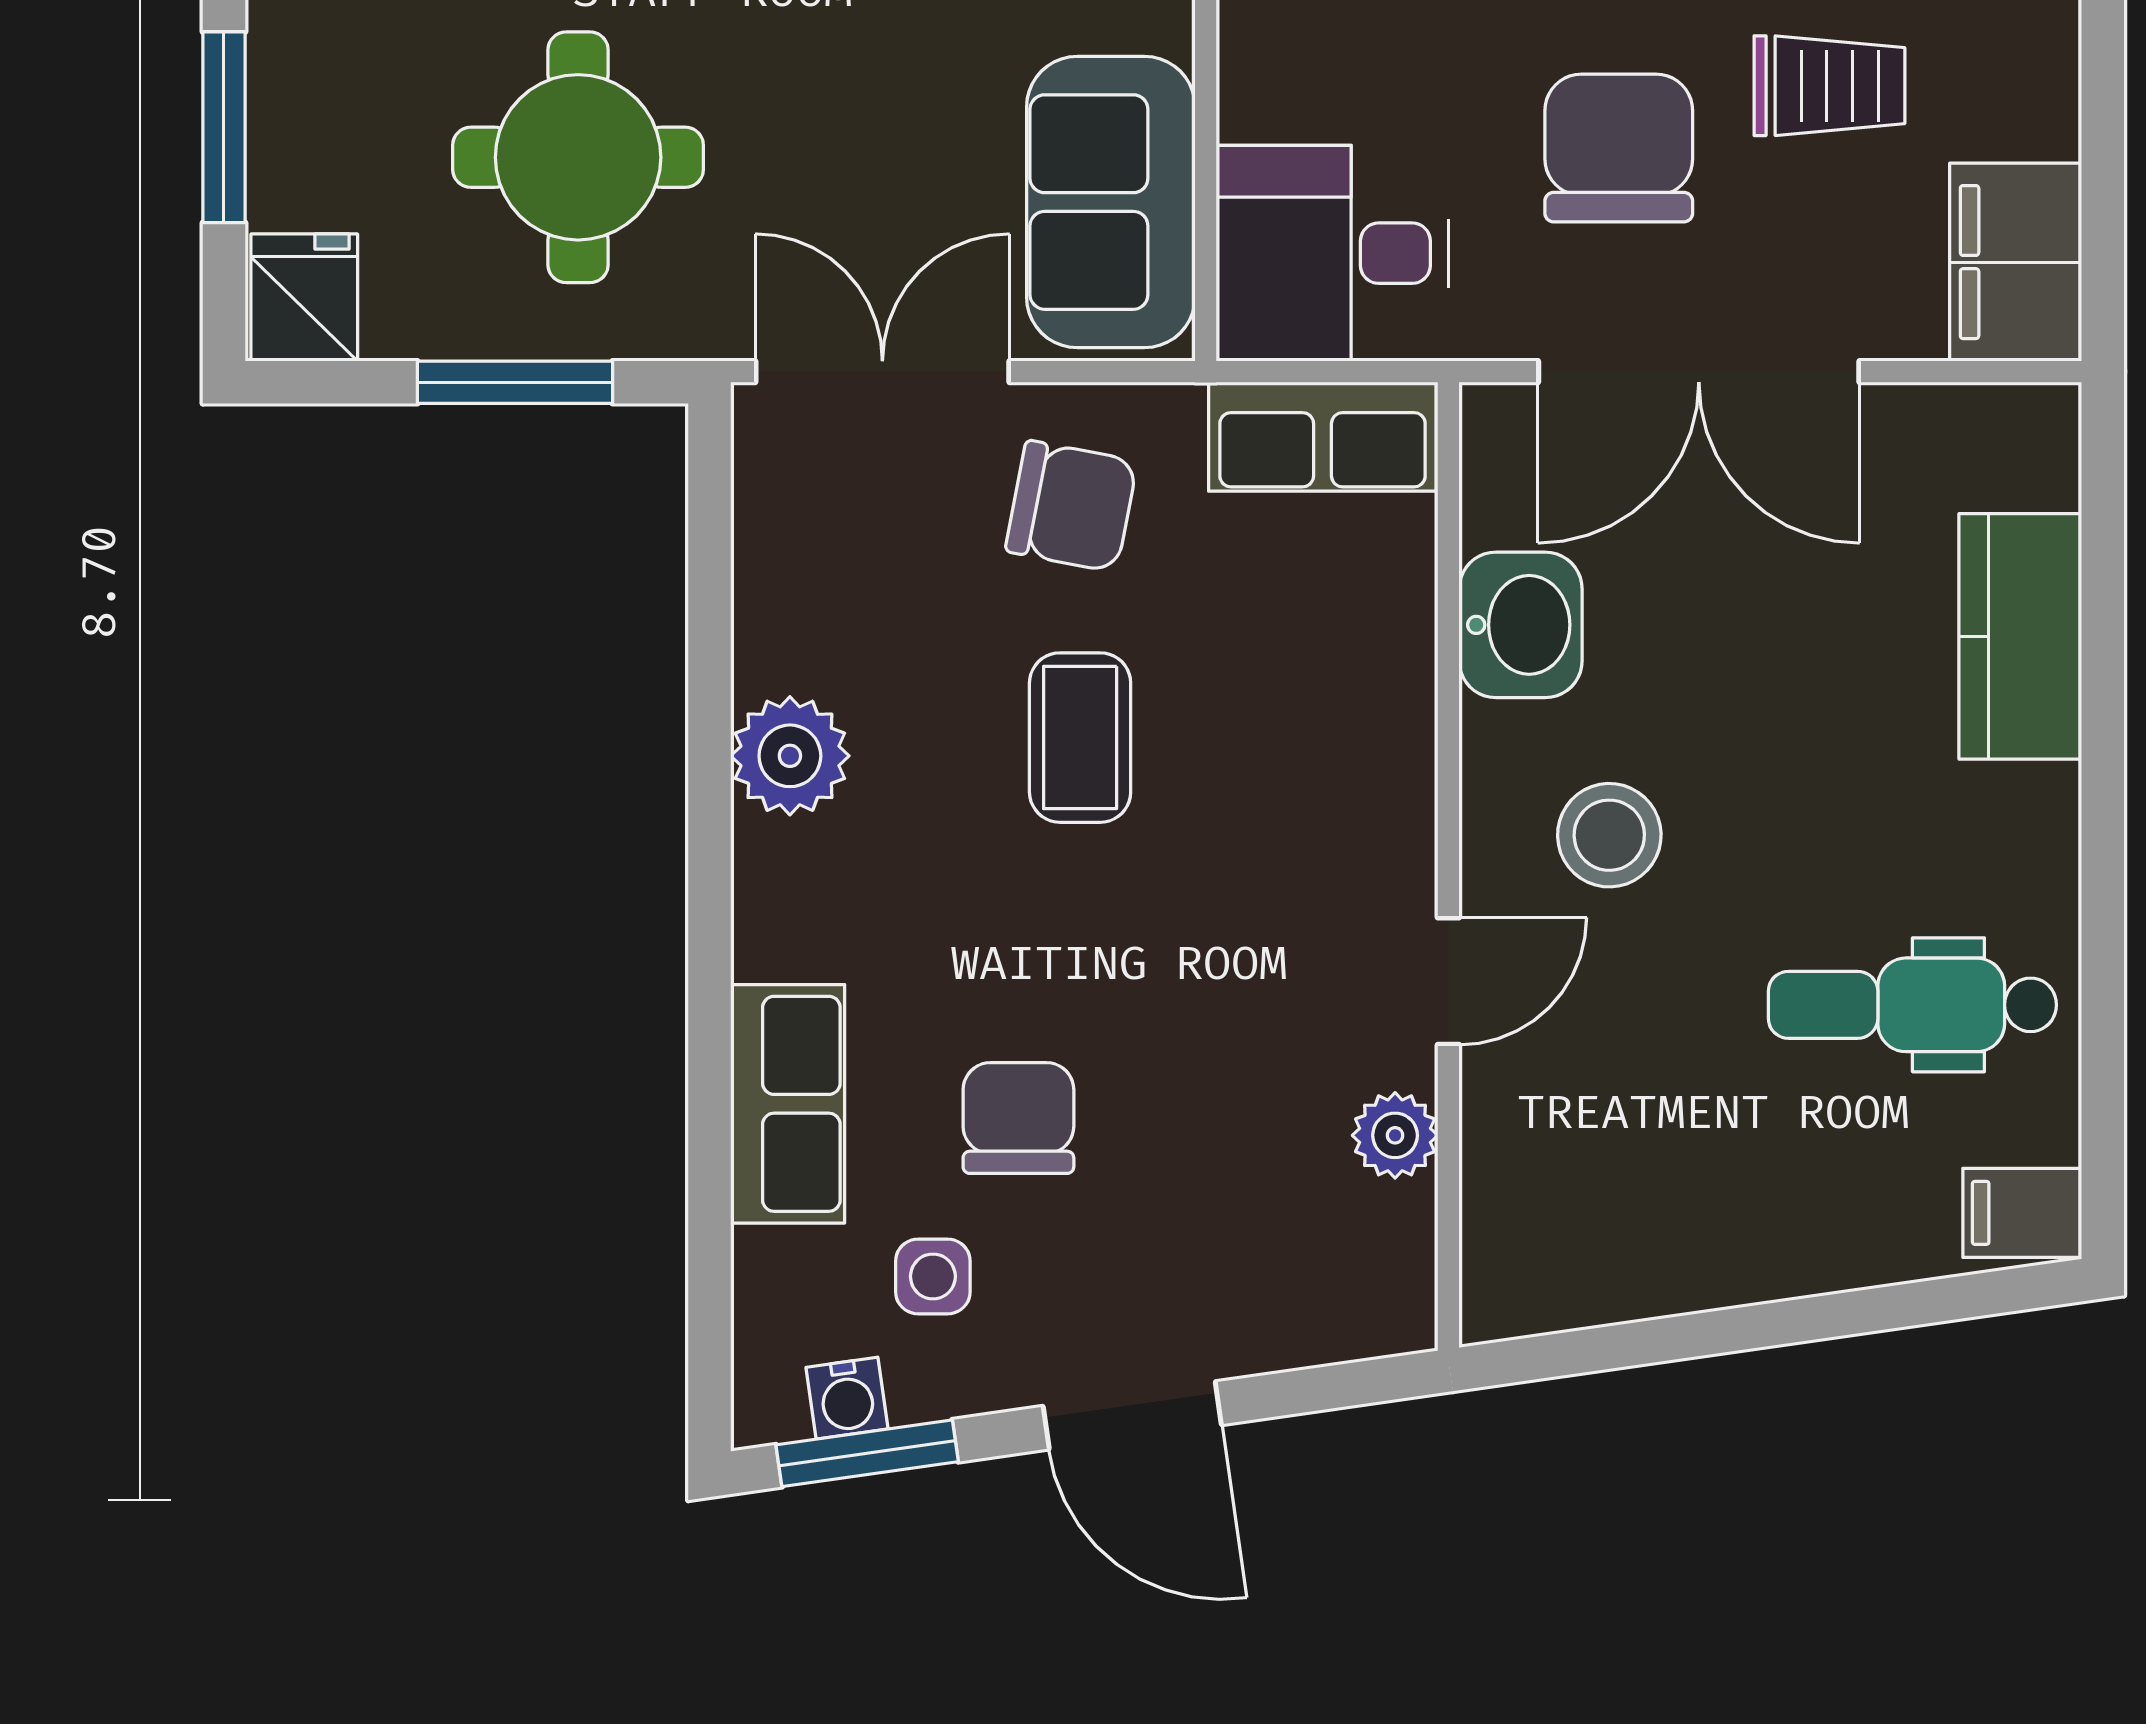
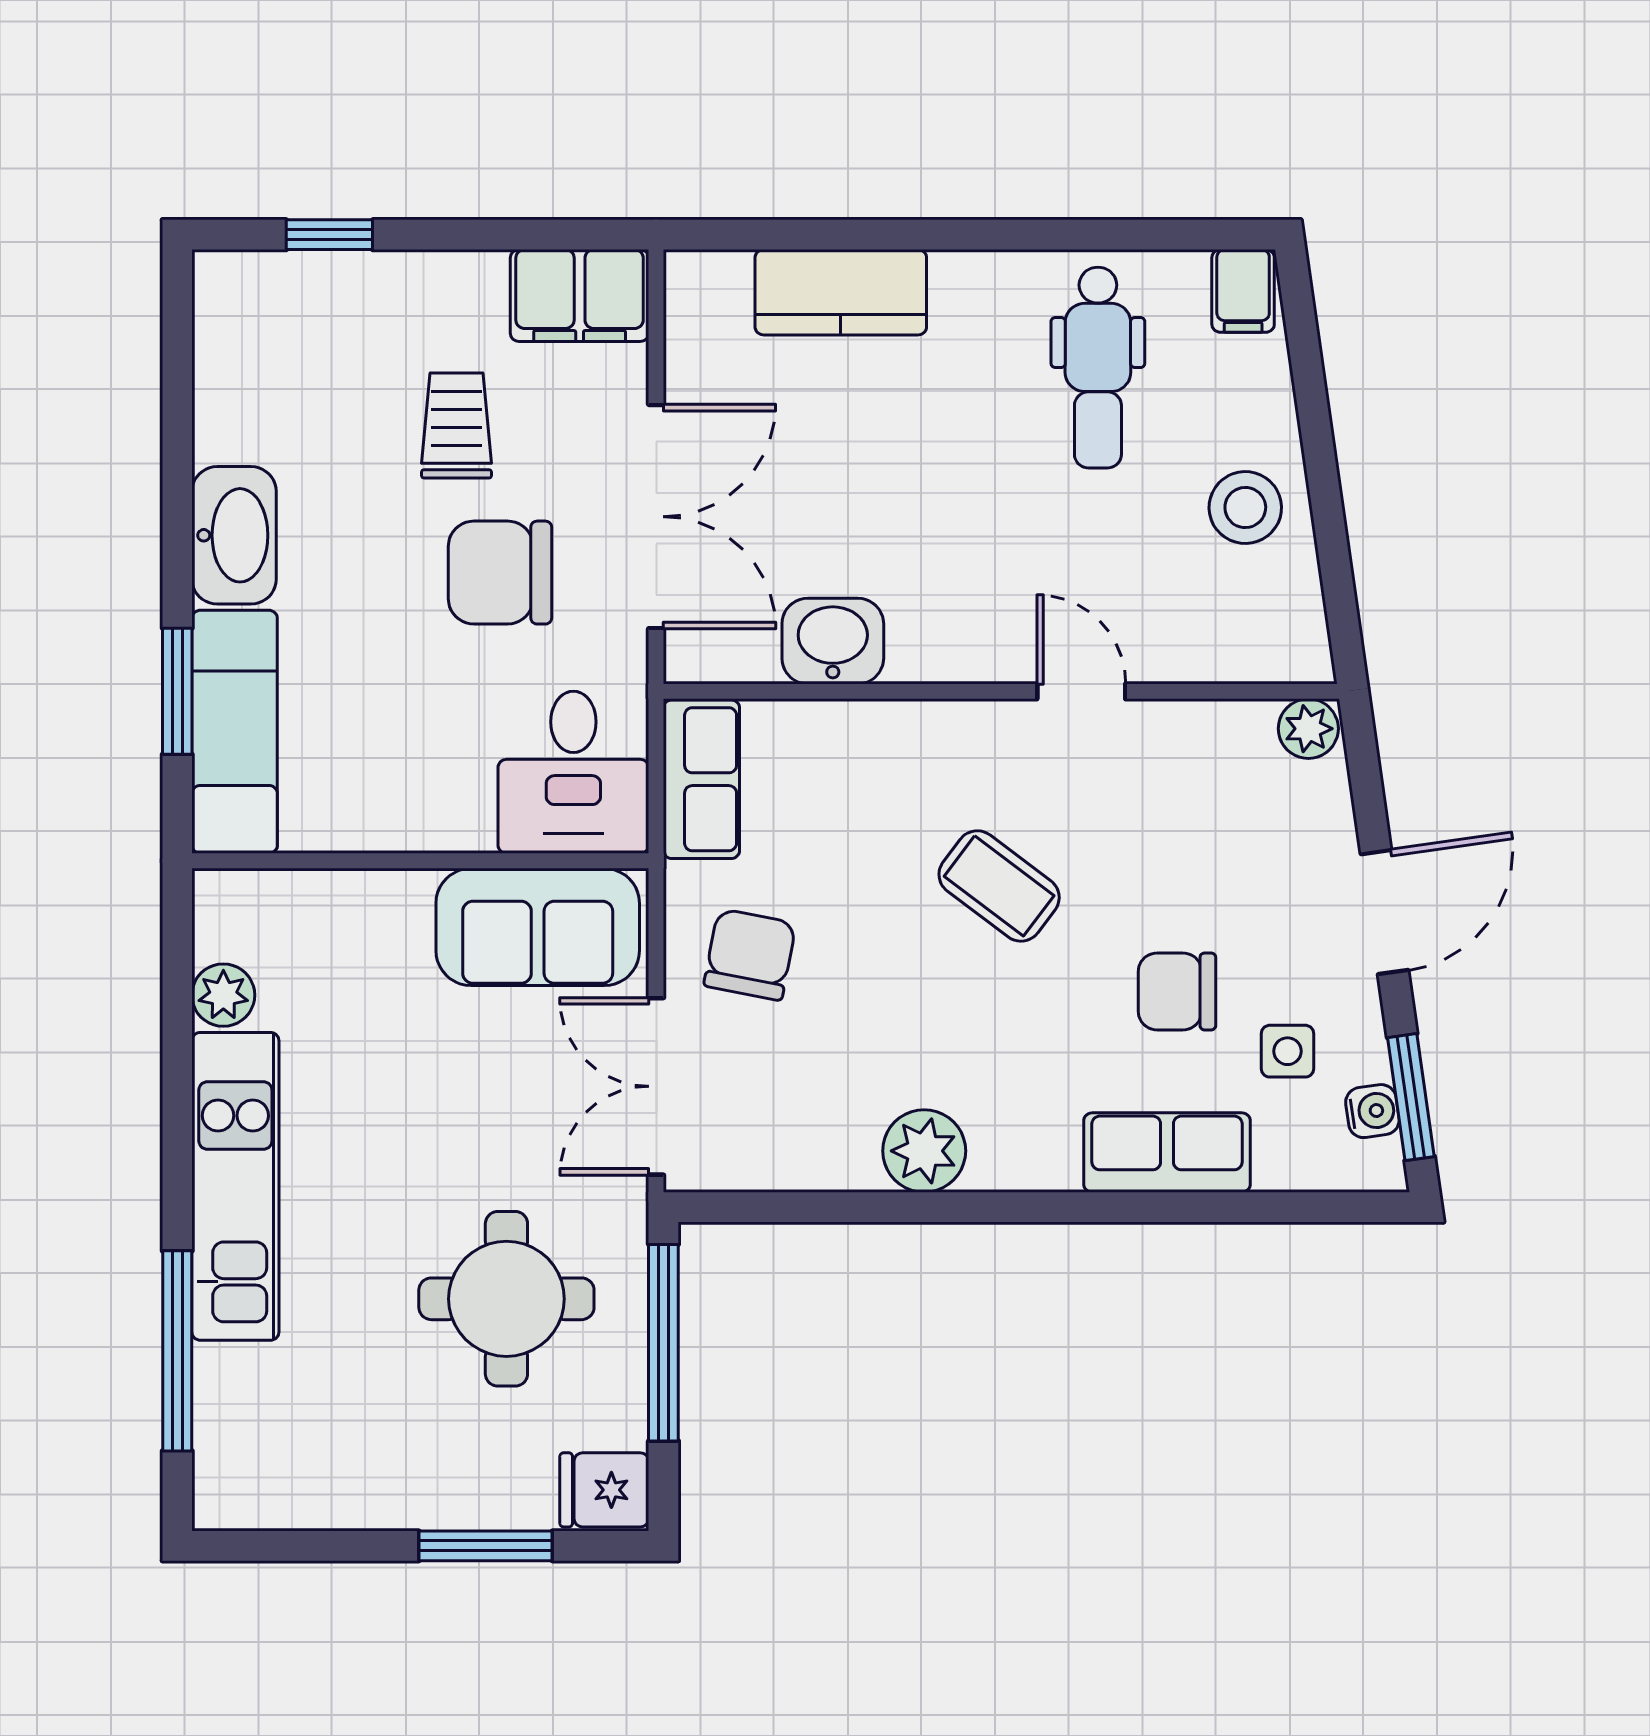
window: (515, 382) -> (663, 1343), width x1.44
coffee table: (1080, 738) -> (999, 886), moved, turned 37
stool: (1609, 835) -> (1245, 508), moved
plant: (1395, 1135) -> (1308, 729), moved

